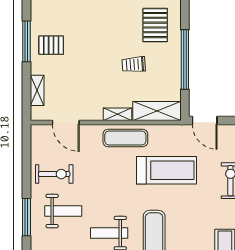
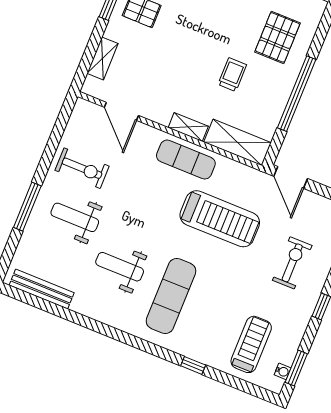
trolley: (134, 64) -> (232, 75), turned 94
weight bench: (63, 211) -> (75, 217), turned 180

